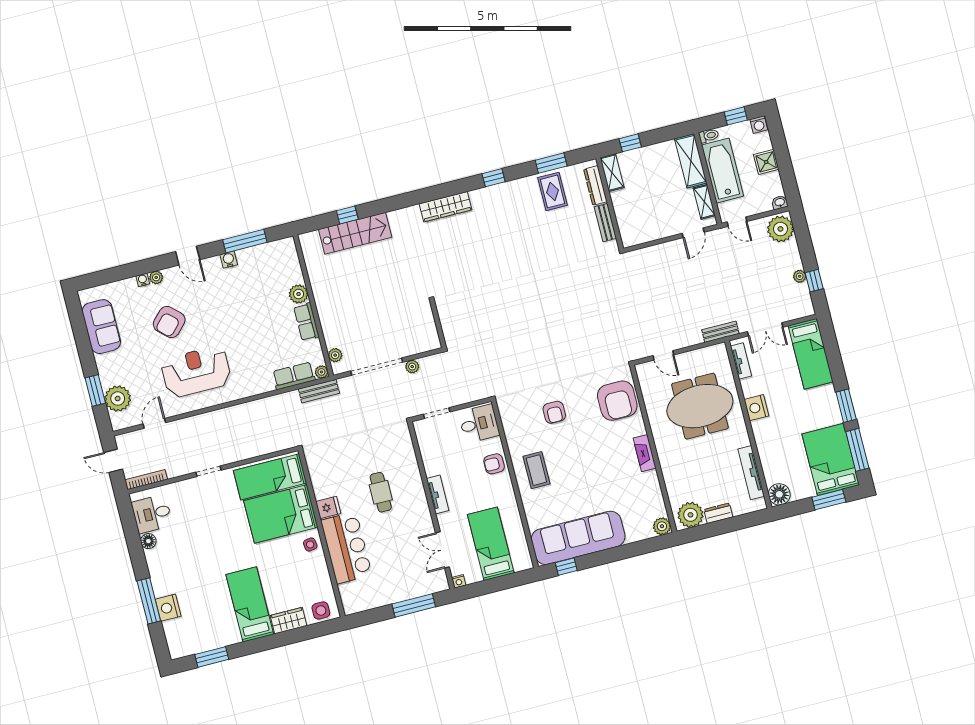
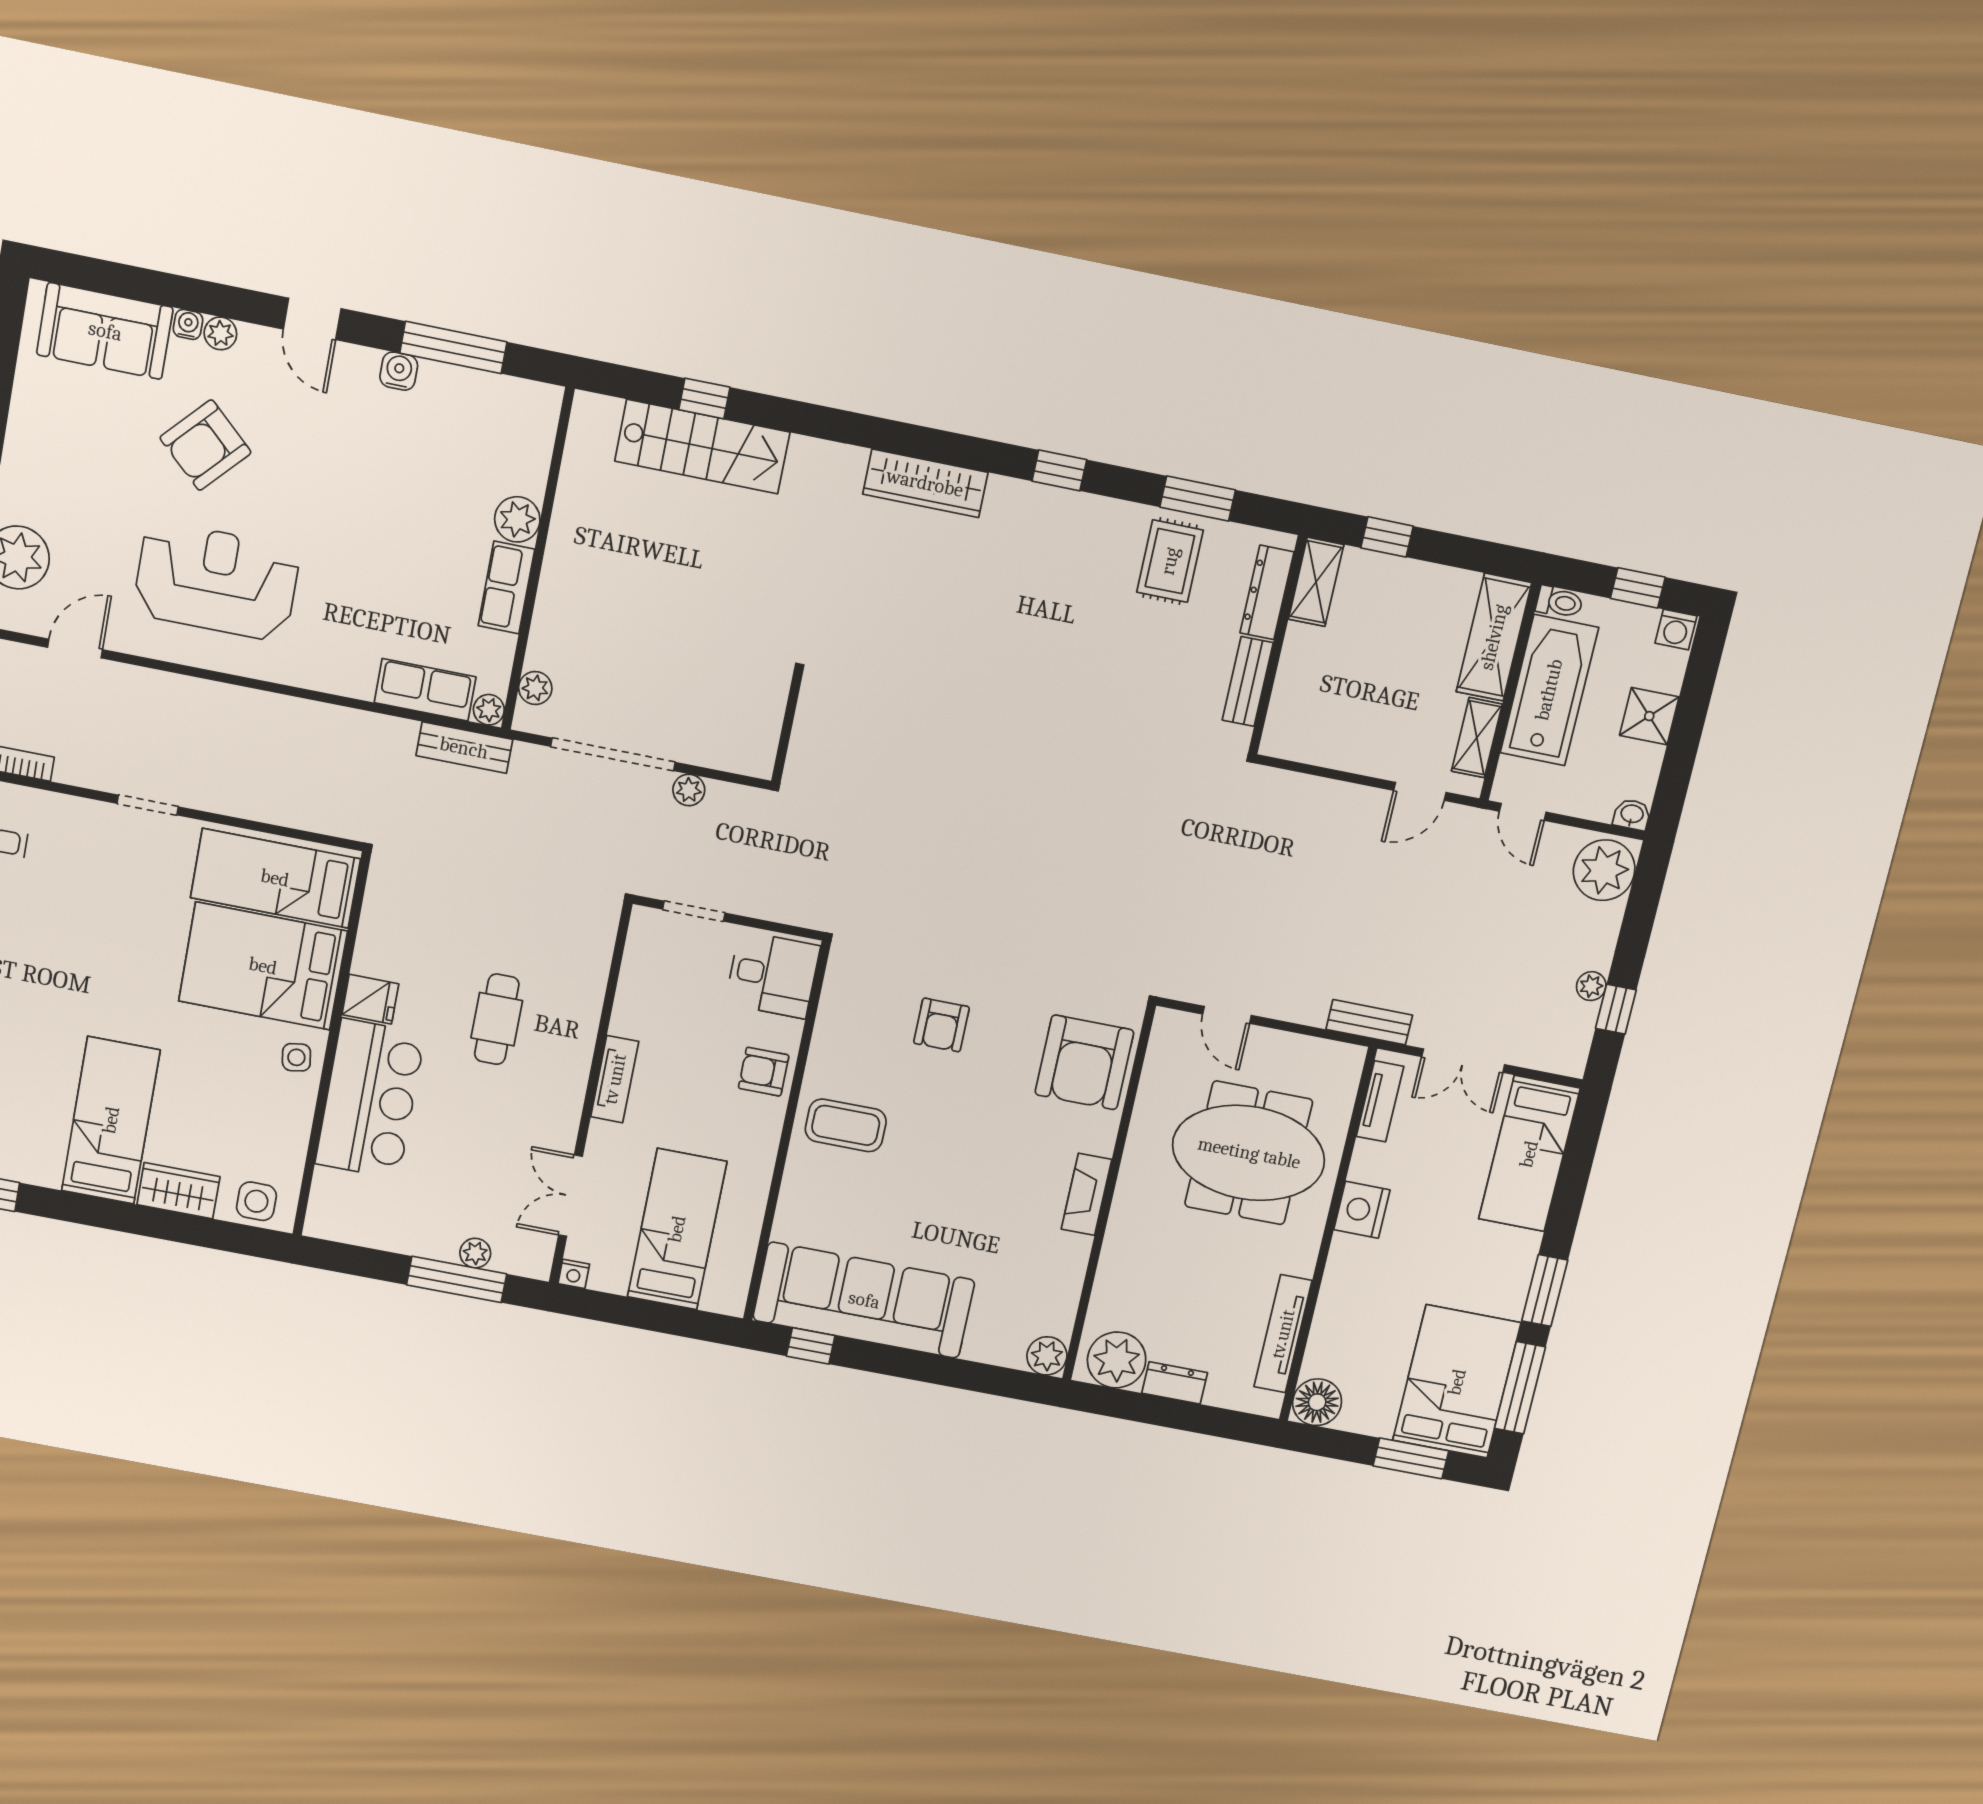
sofa: (101, 327) -> (105, 331), moved, turned 90
coffee table: (536, 470) -> (846, 1125), turned 90
plant: (416, 591) -> (475, 1253), added

